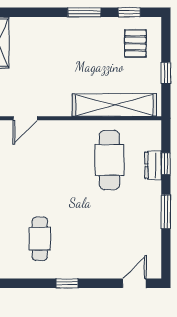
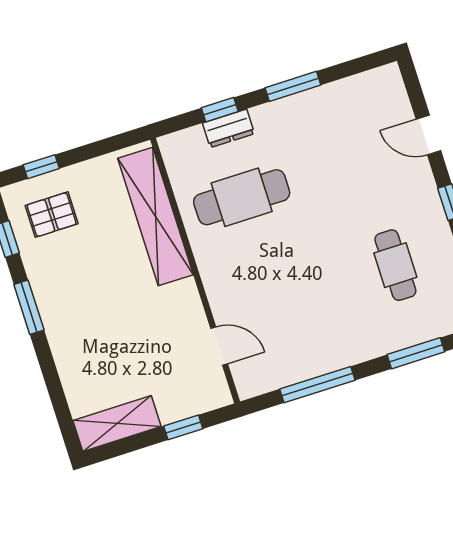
window: (166, 73) -> (41, 167), moved
cafe table: (40, 239) -> (395, 265), turned 90
door: (134, 283) -> (429, 135), moved

